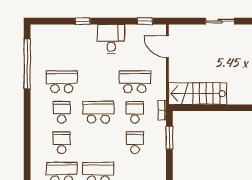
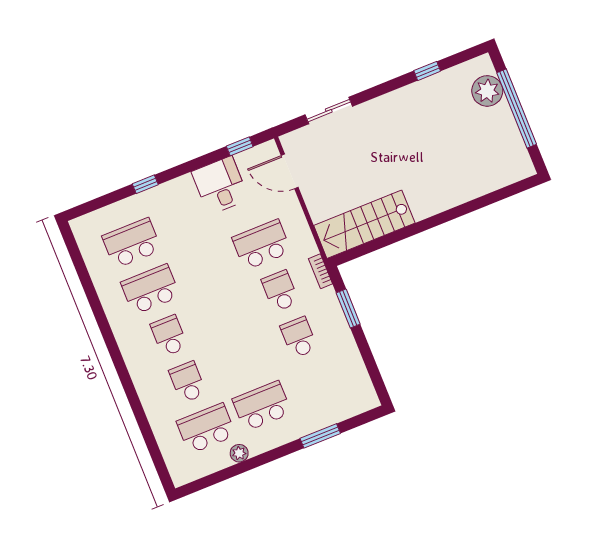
sliding door: (220, 21) -> (329, 111), moved
desk: (111, 39) -> (220, 185), moved
window: (27, 64) -> (87, 283), removed
school desk: (98, 112) -> (132, 243), moved

